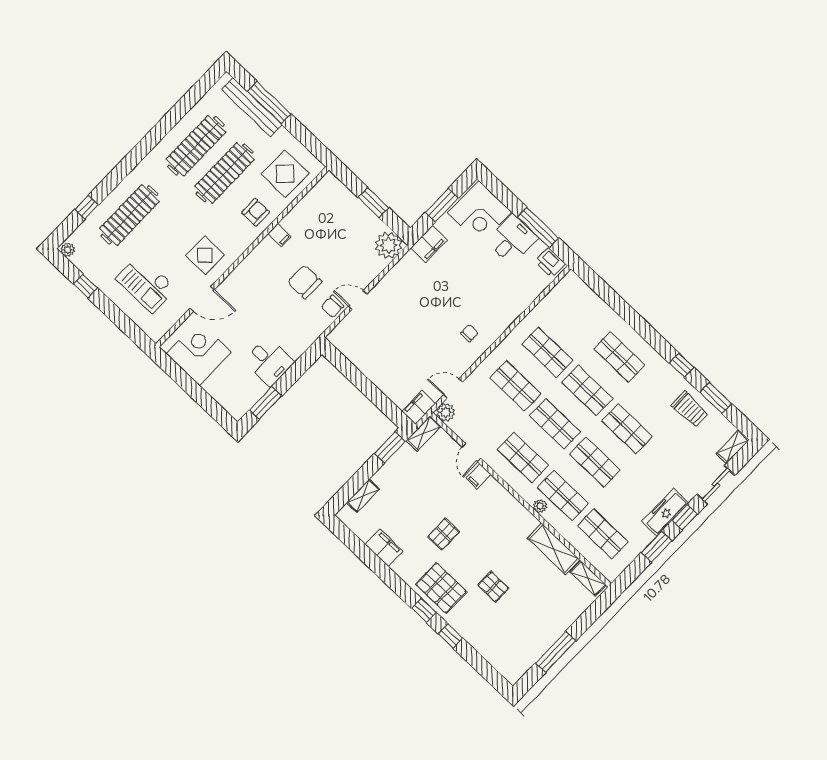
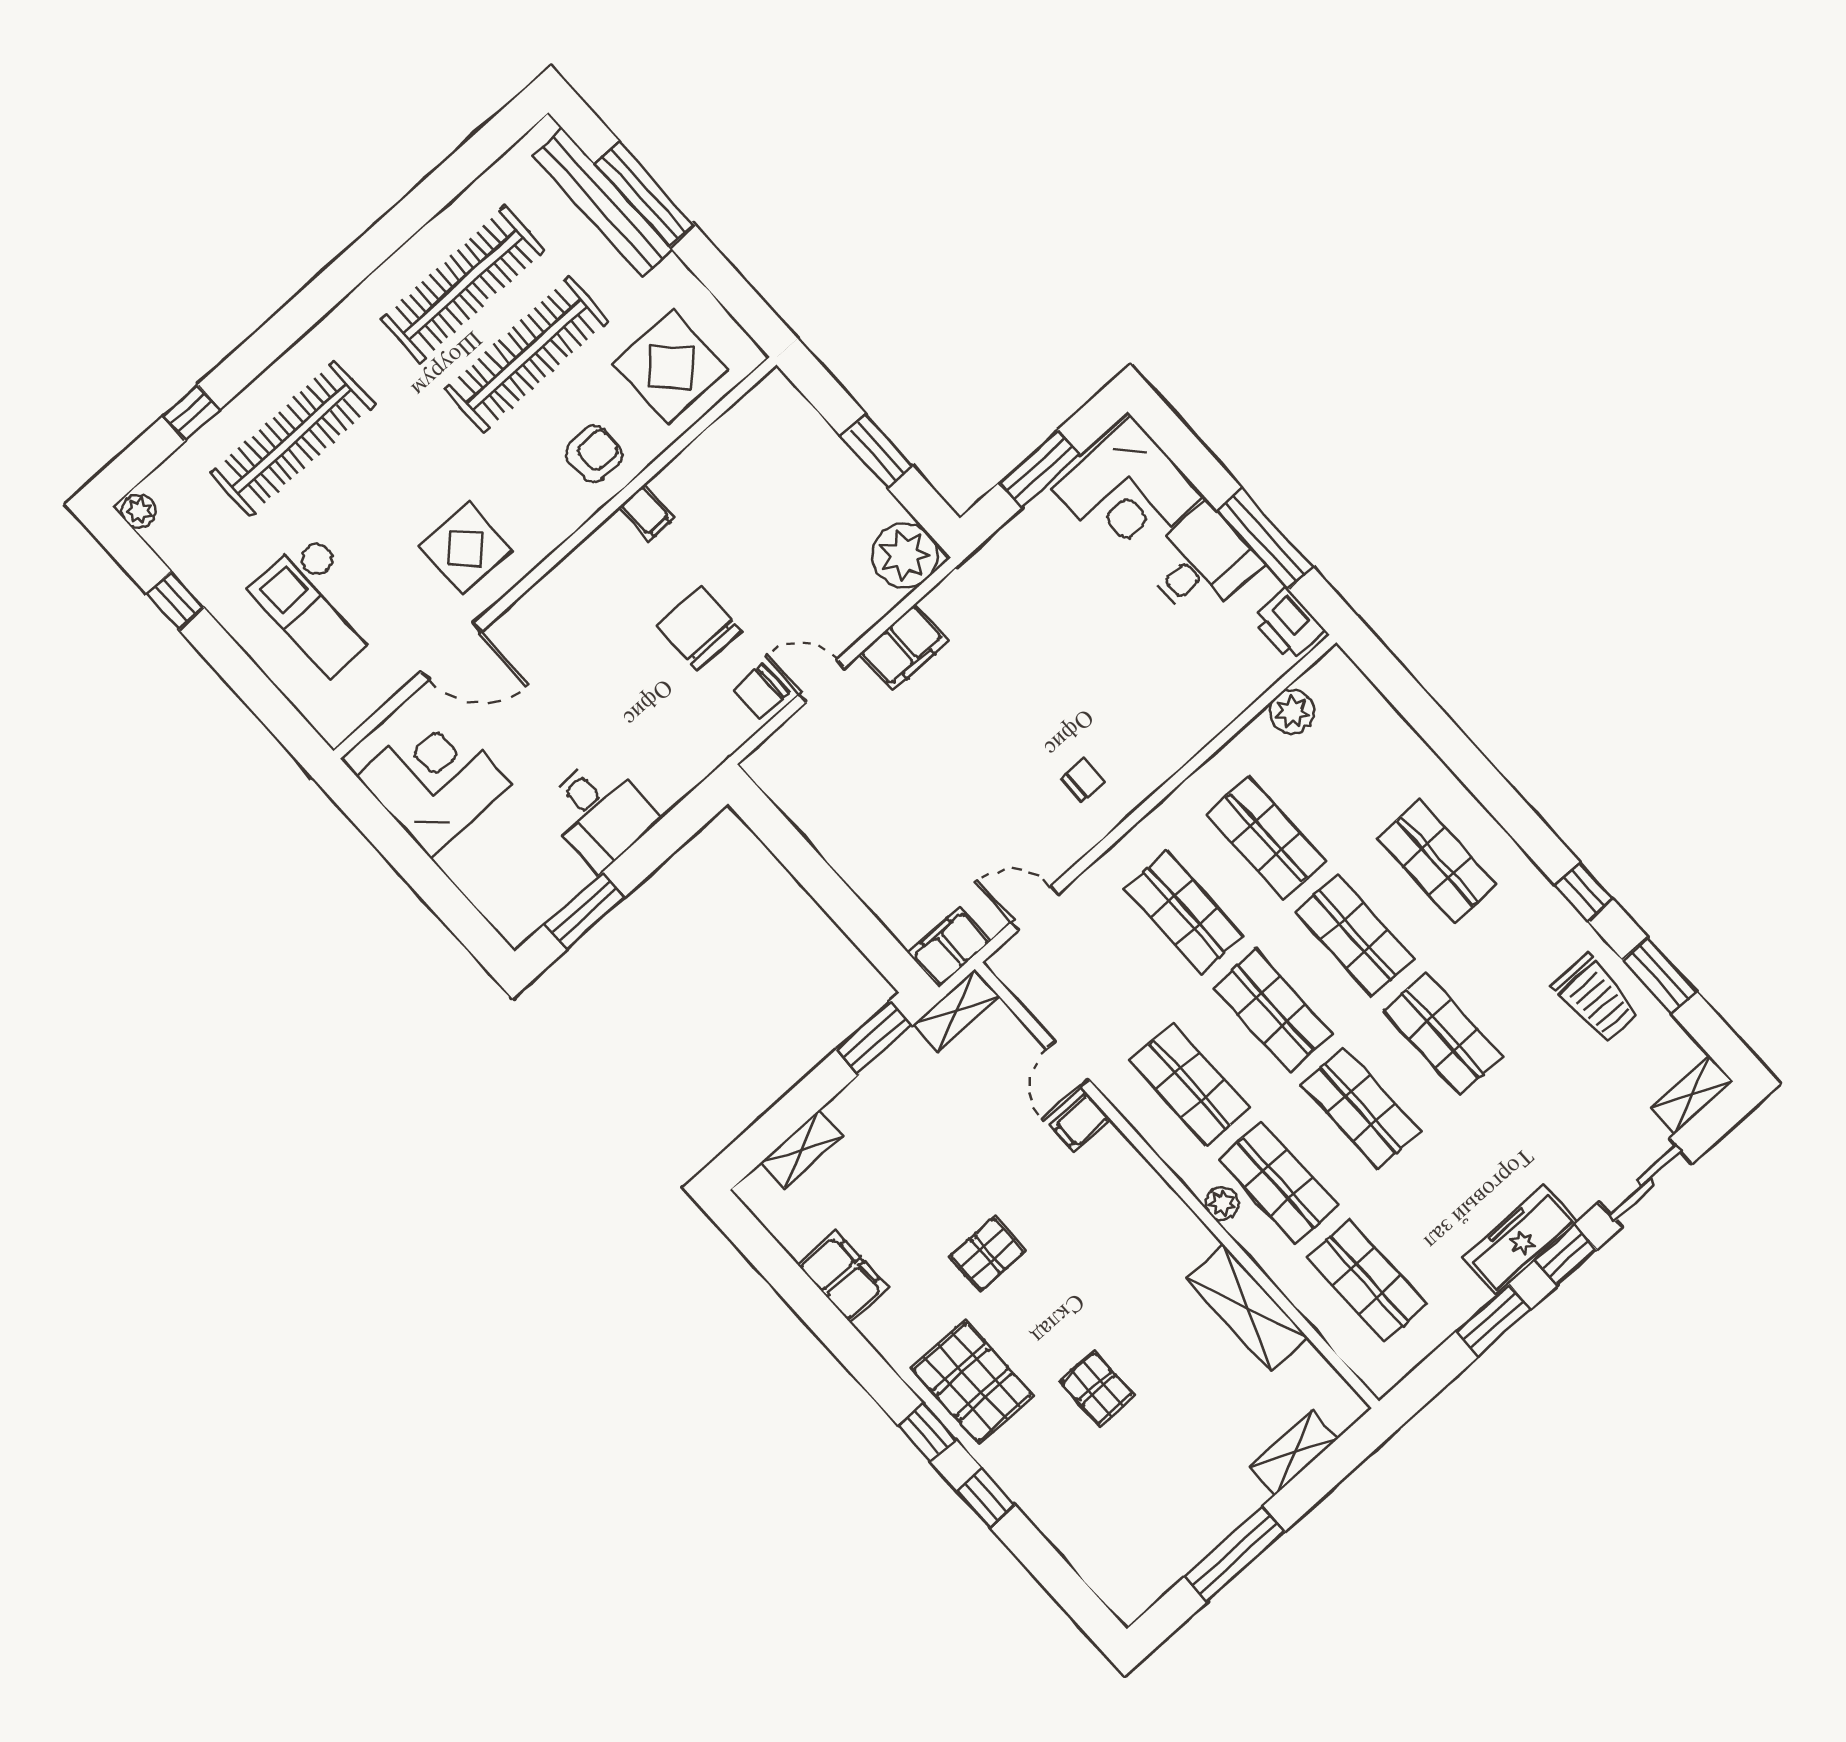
filing cabinet: (429, 244) -> (904, 647), moved
plant: (446, 412) -> (1292, 712), moved
shelving: (588, 578) -> (1294, 1453), moved, turned 90

